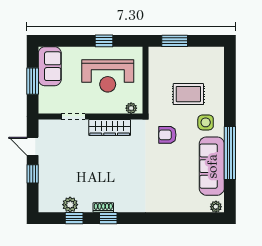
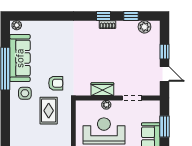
rug: (188, 94) -> (49, 111), moved, turned 90
plant: (131, 108) -> (106, 105), moved
wardrobe: (110, 127) -> (102, 89), width x0.67
plant: (70, 205) -> (144, 27), moved

